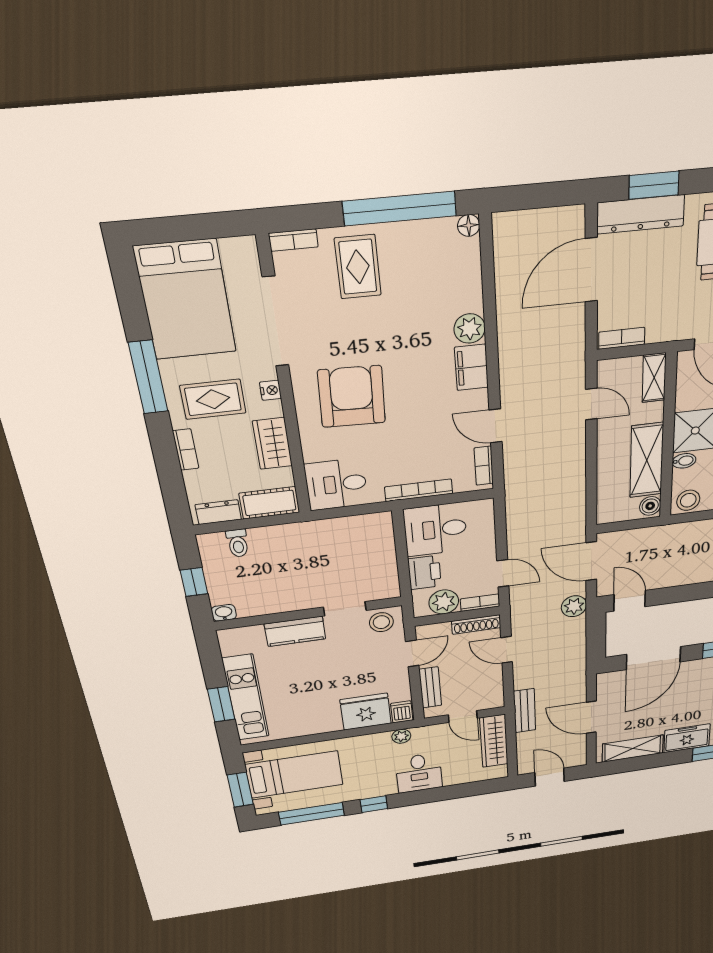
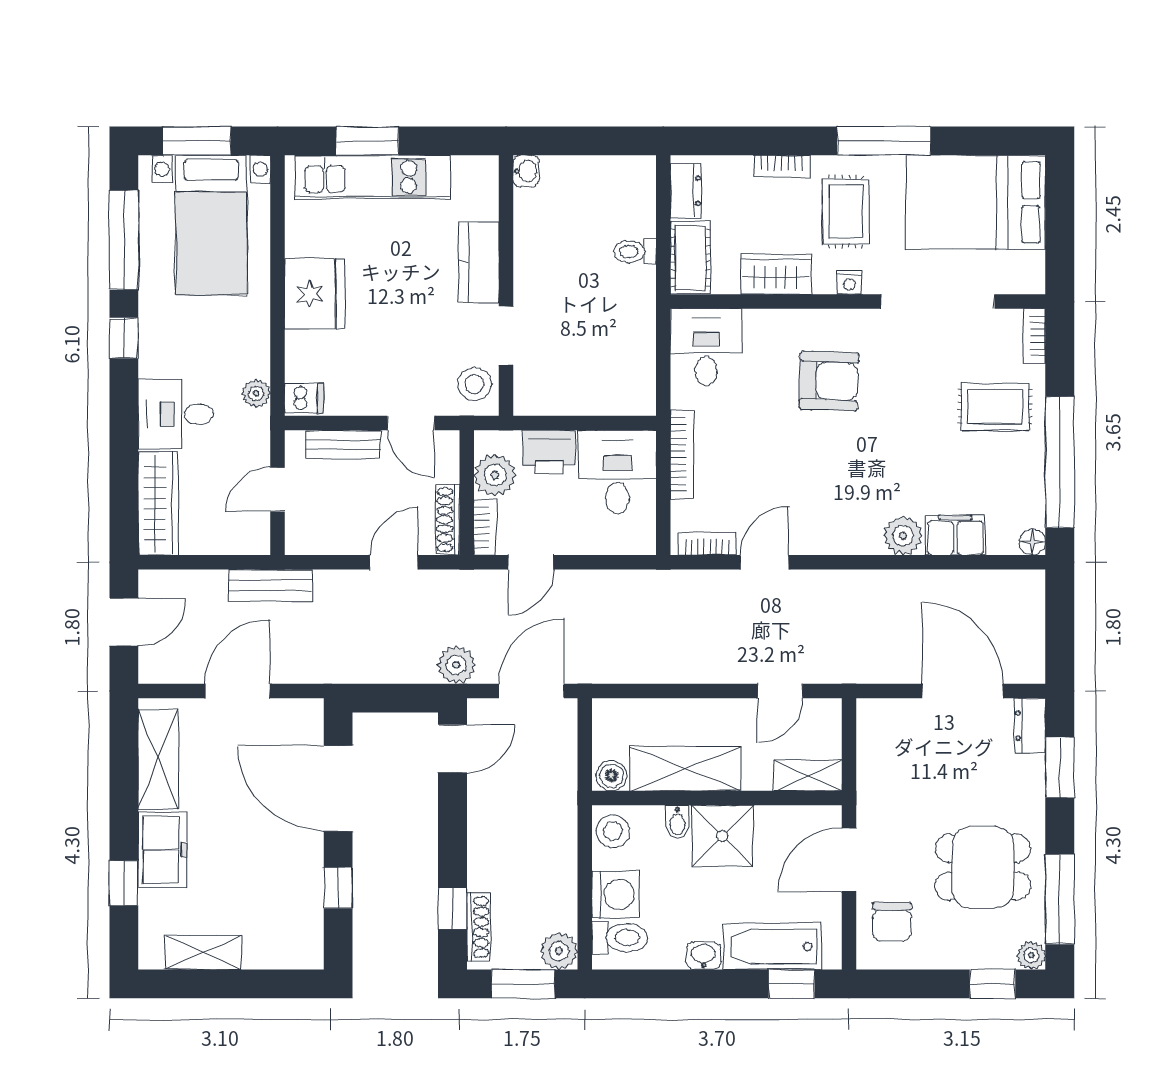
dresser: (641, 214) -> (1030, 726), width x0.51, depth x0.80
bookcase: (622, 338) -> (868, 731), removed
filing cabinet: (471, 367) -> (955, 535), moved
armchair: (352, 397) -> (829, 381), width x0.73, depth x0.73
toilet: (238, 543) -> (635, 251), moved
window: (194, 582) -> (583, 141), removed
fridge: (366, 712) -> (315, 294), moved
wardrobe: (494, 741) -> (158, 503), moved, turned 90

